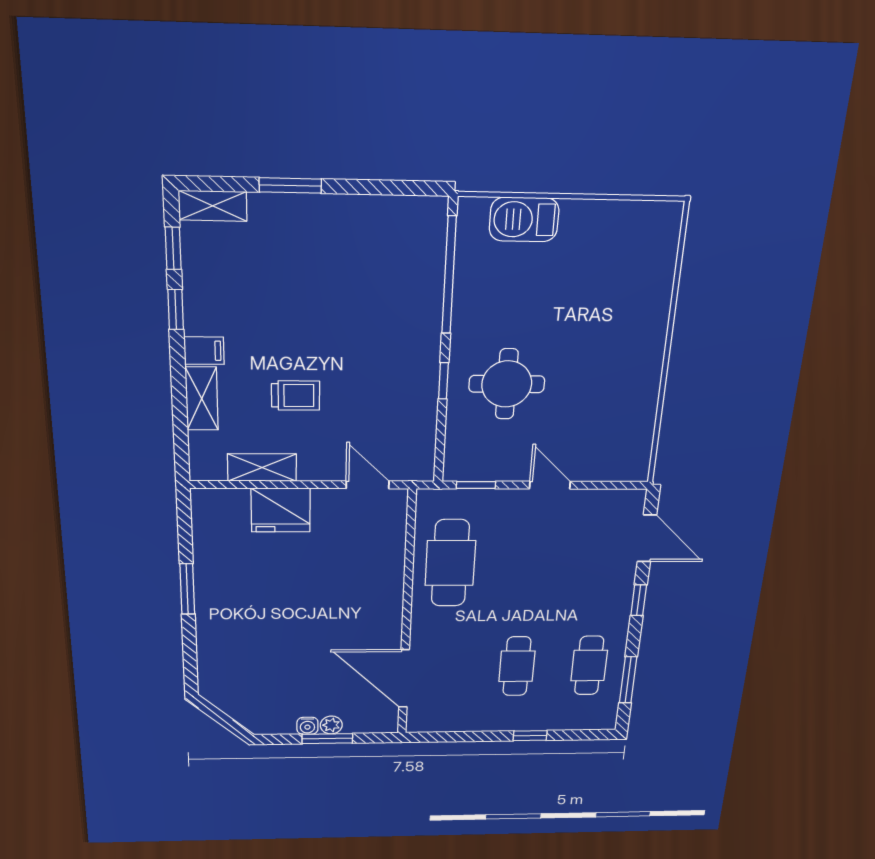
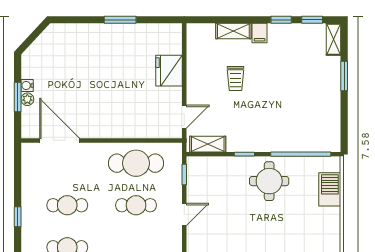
round table: (507, 384) -> (269, 181), moved
shelving: (262, 468) -> (208, 144), moved, turned 90
cafe table: (526, 563) -> (136, 205), added
door: (404, 679) -> (60, 140), hinge flipped

